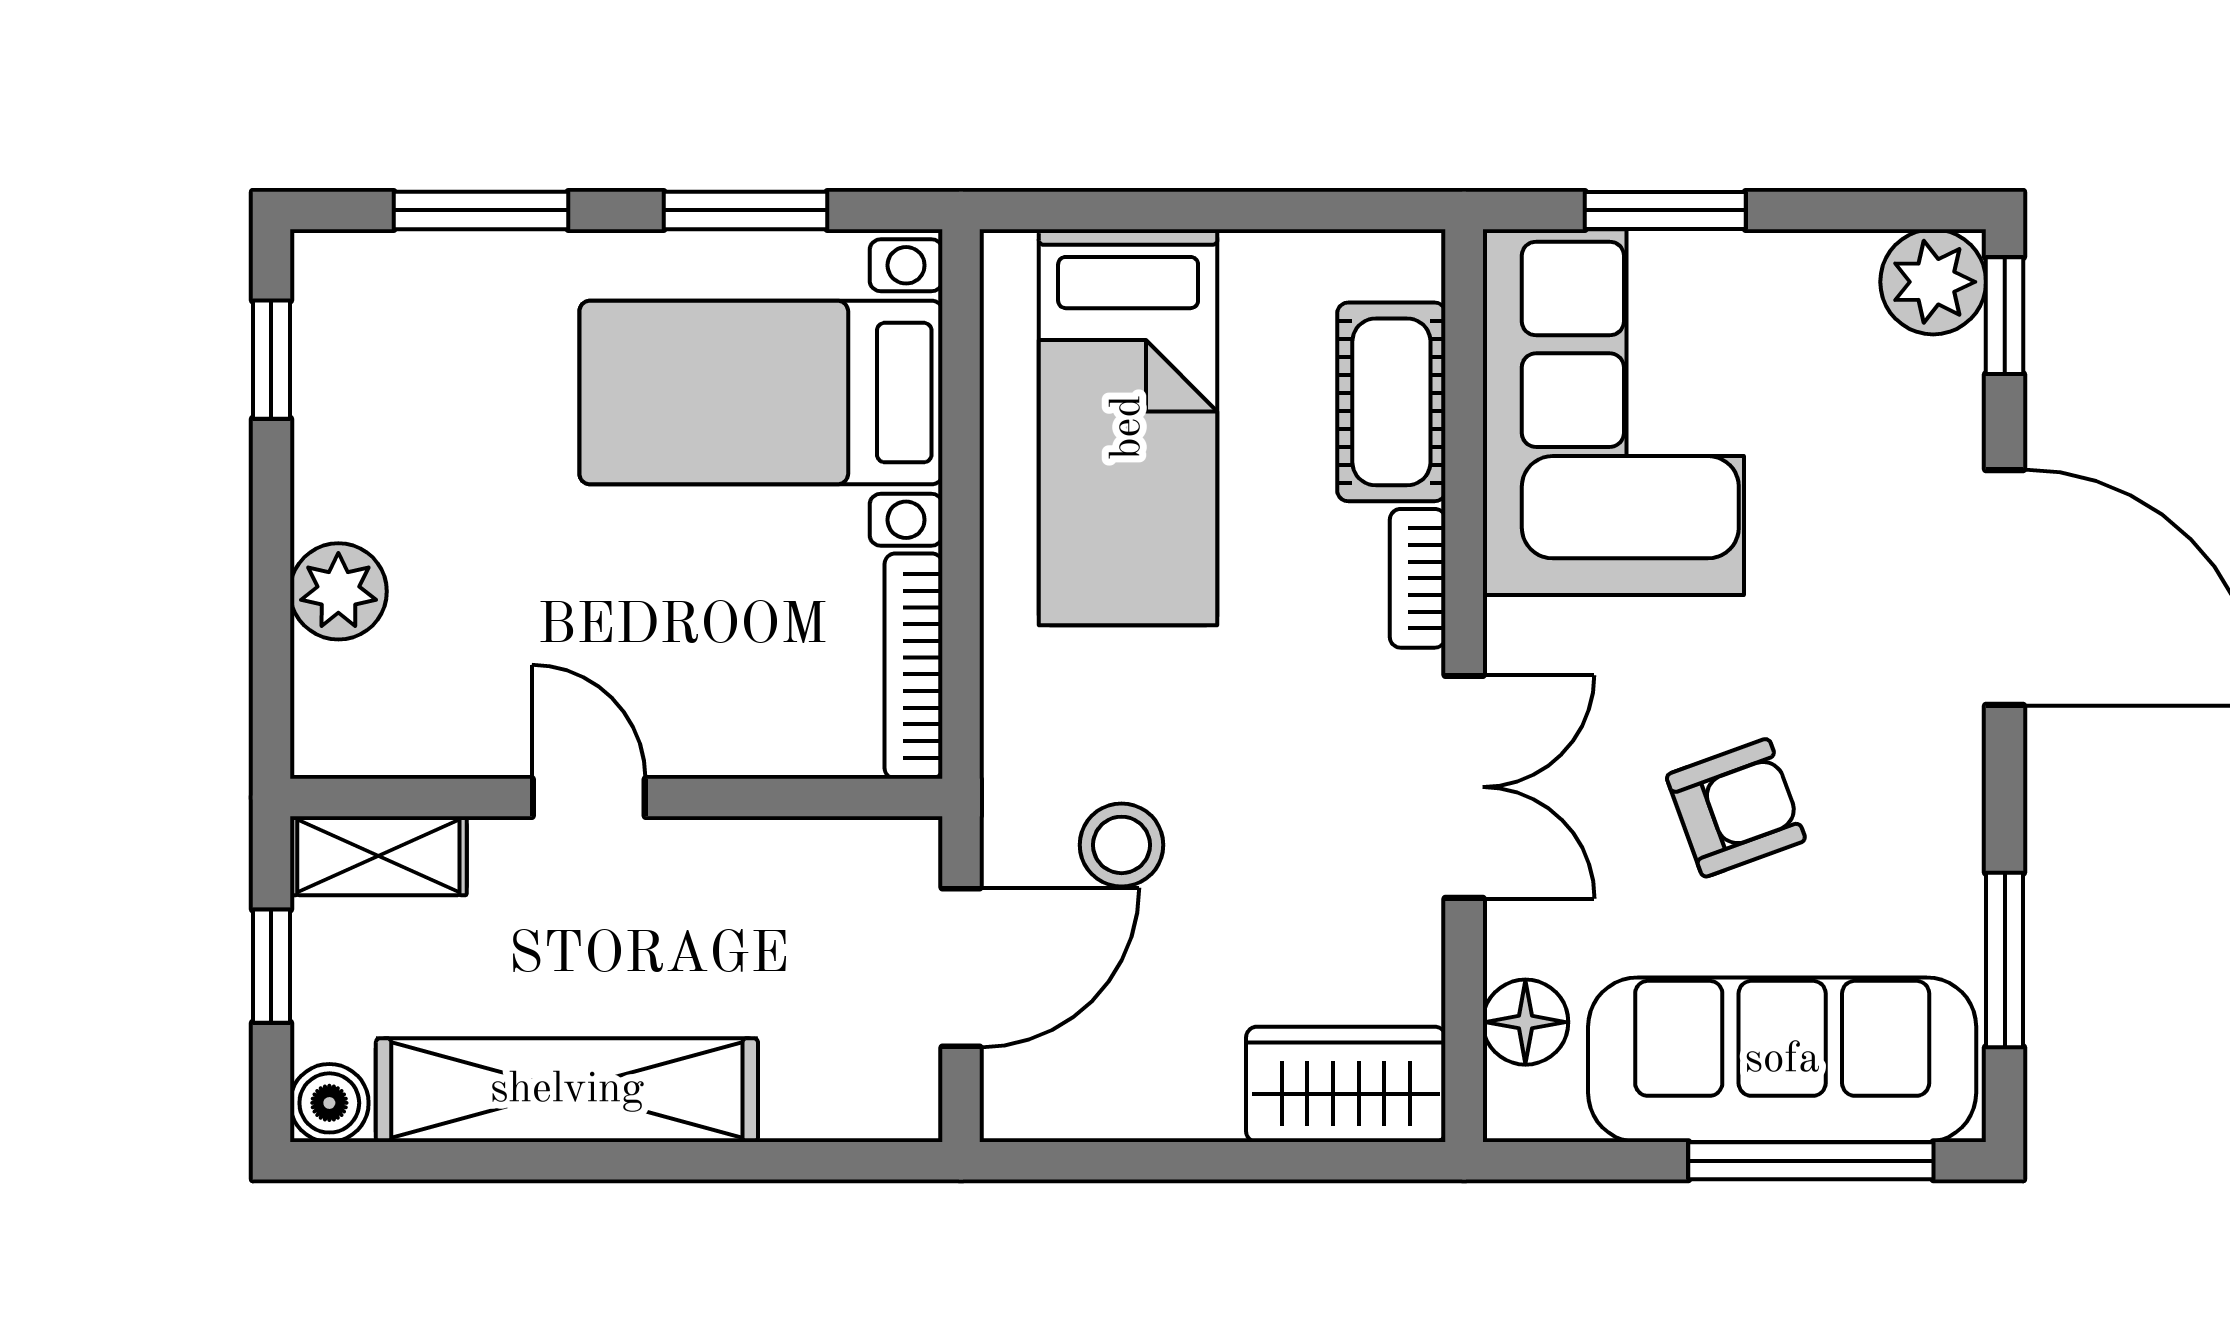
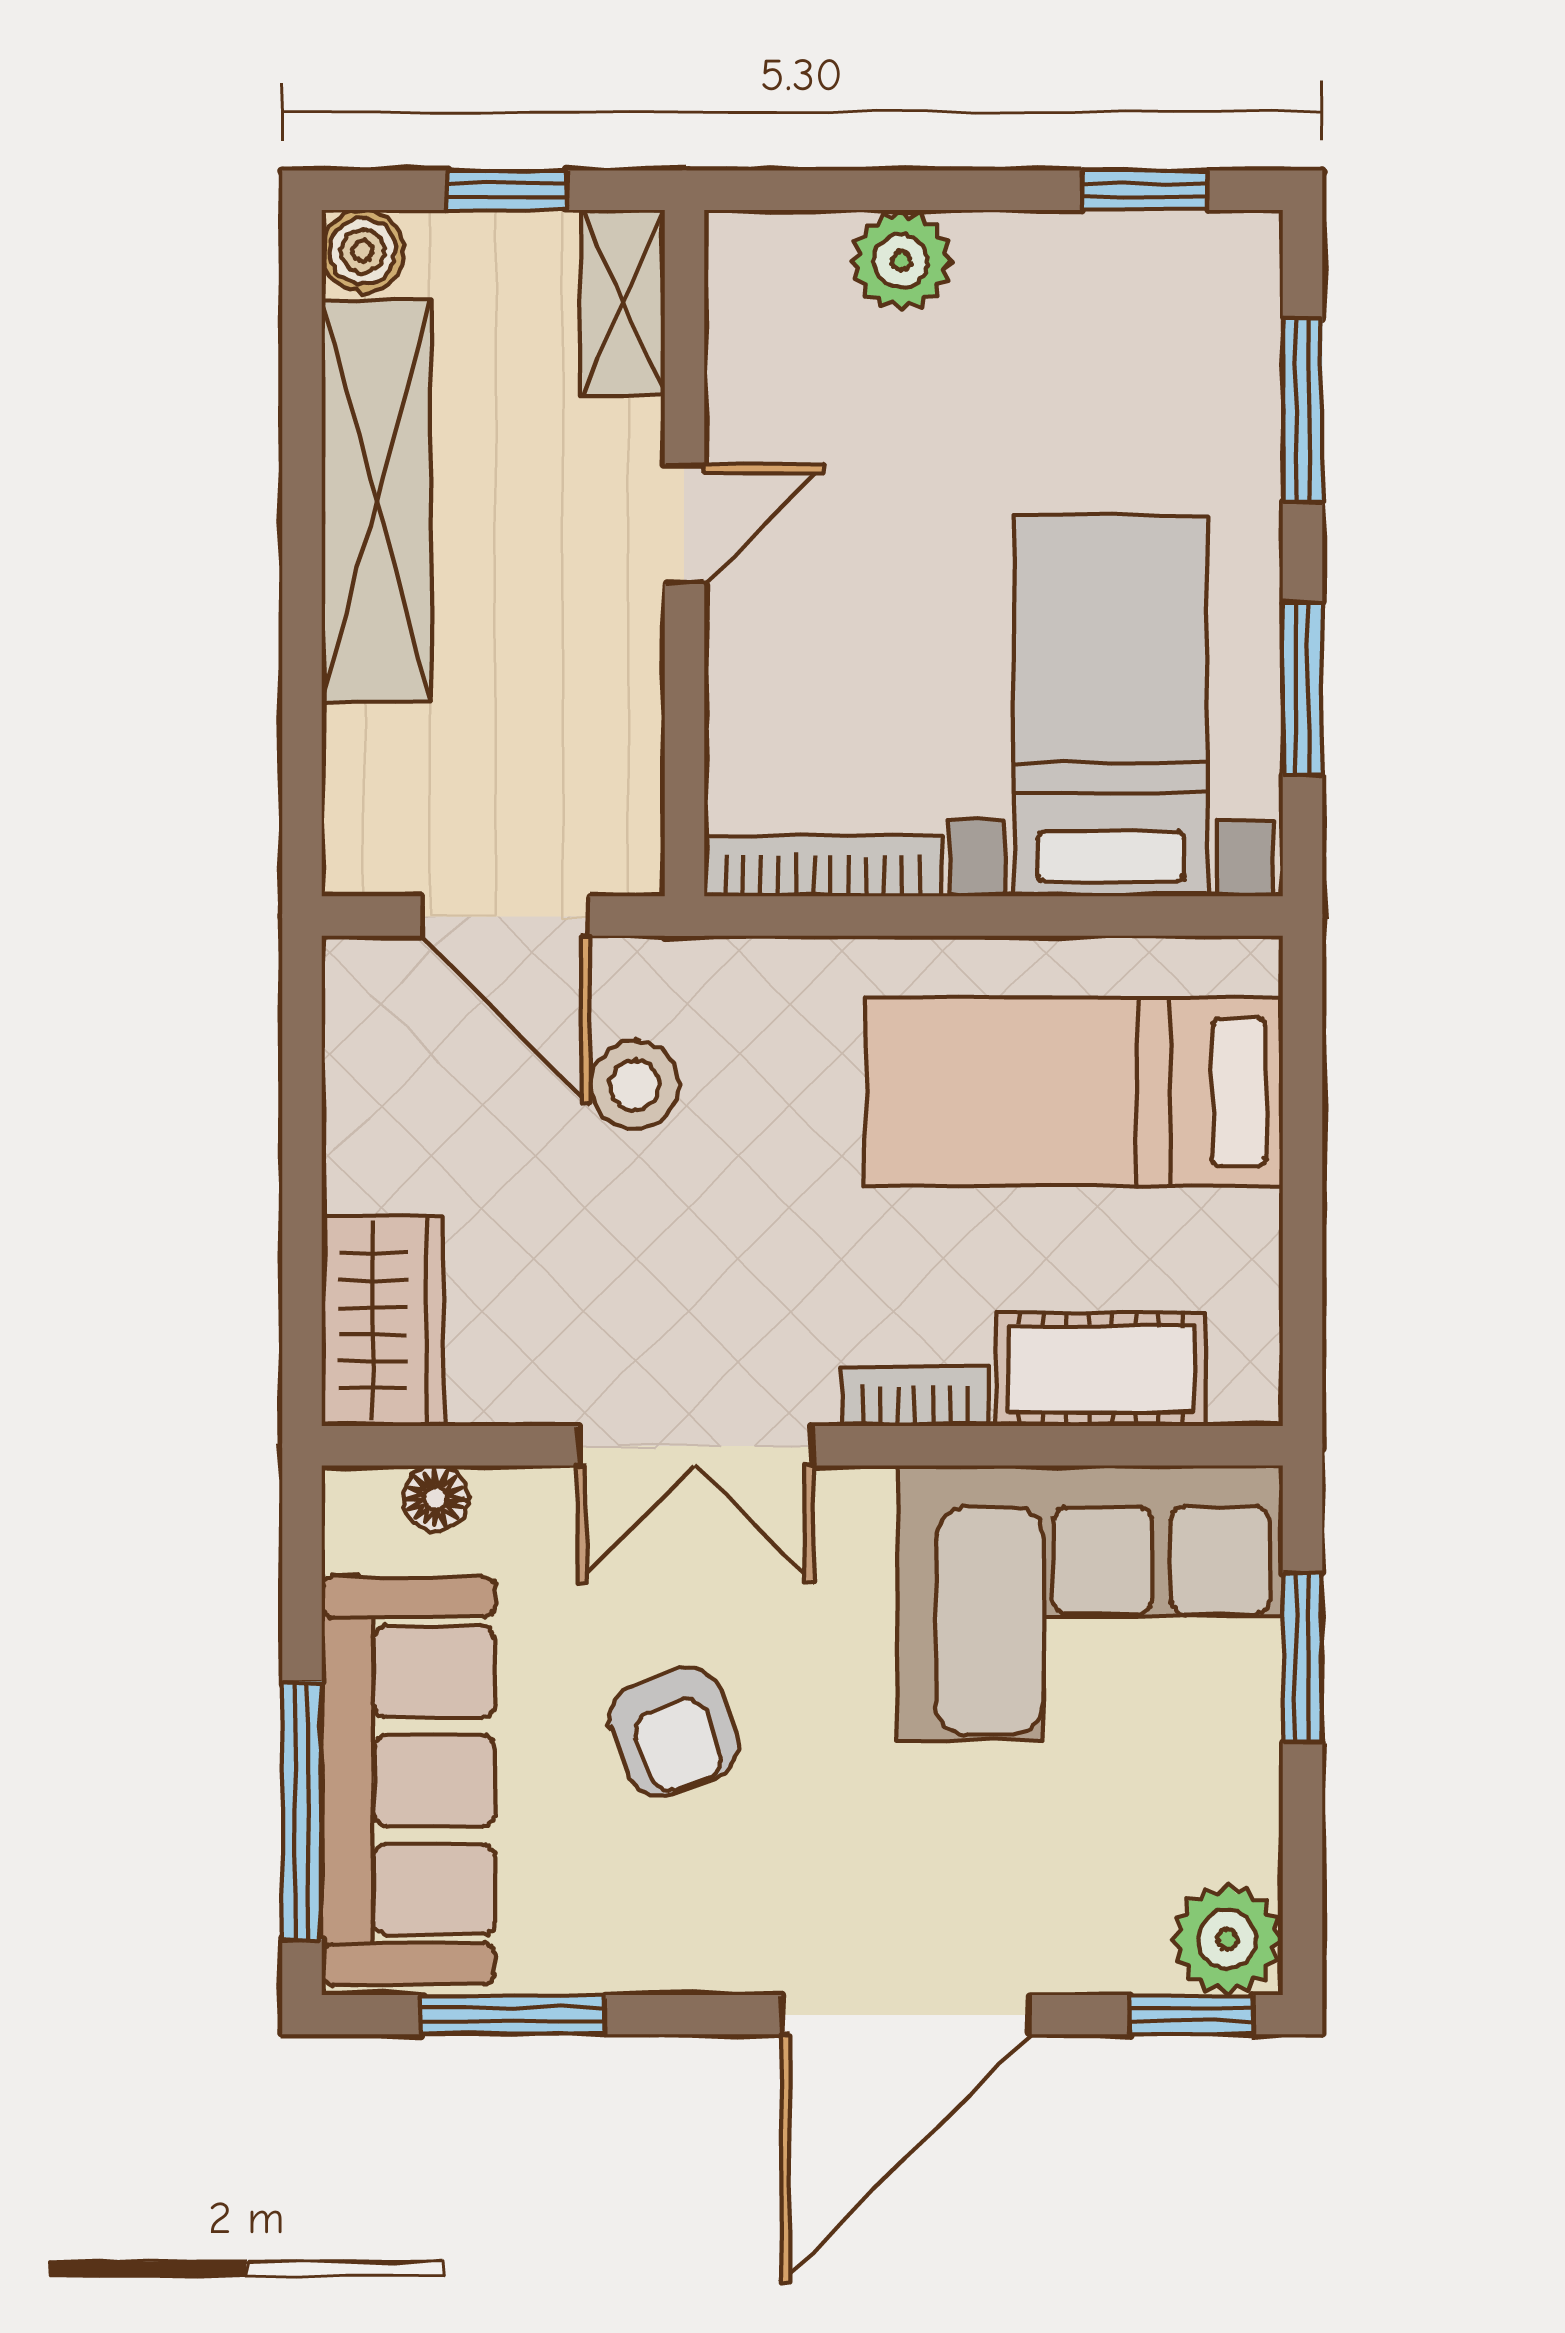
floor lamp: (1525, 1022) -> (436, 1498), width x0.73, depth x0.73

